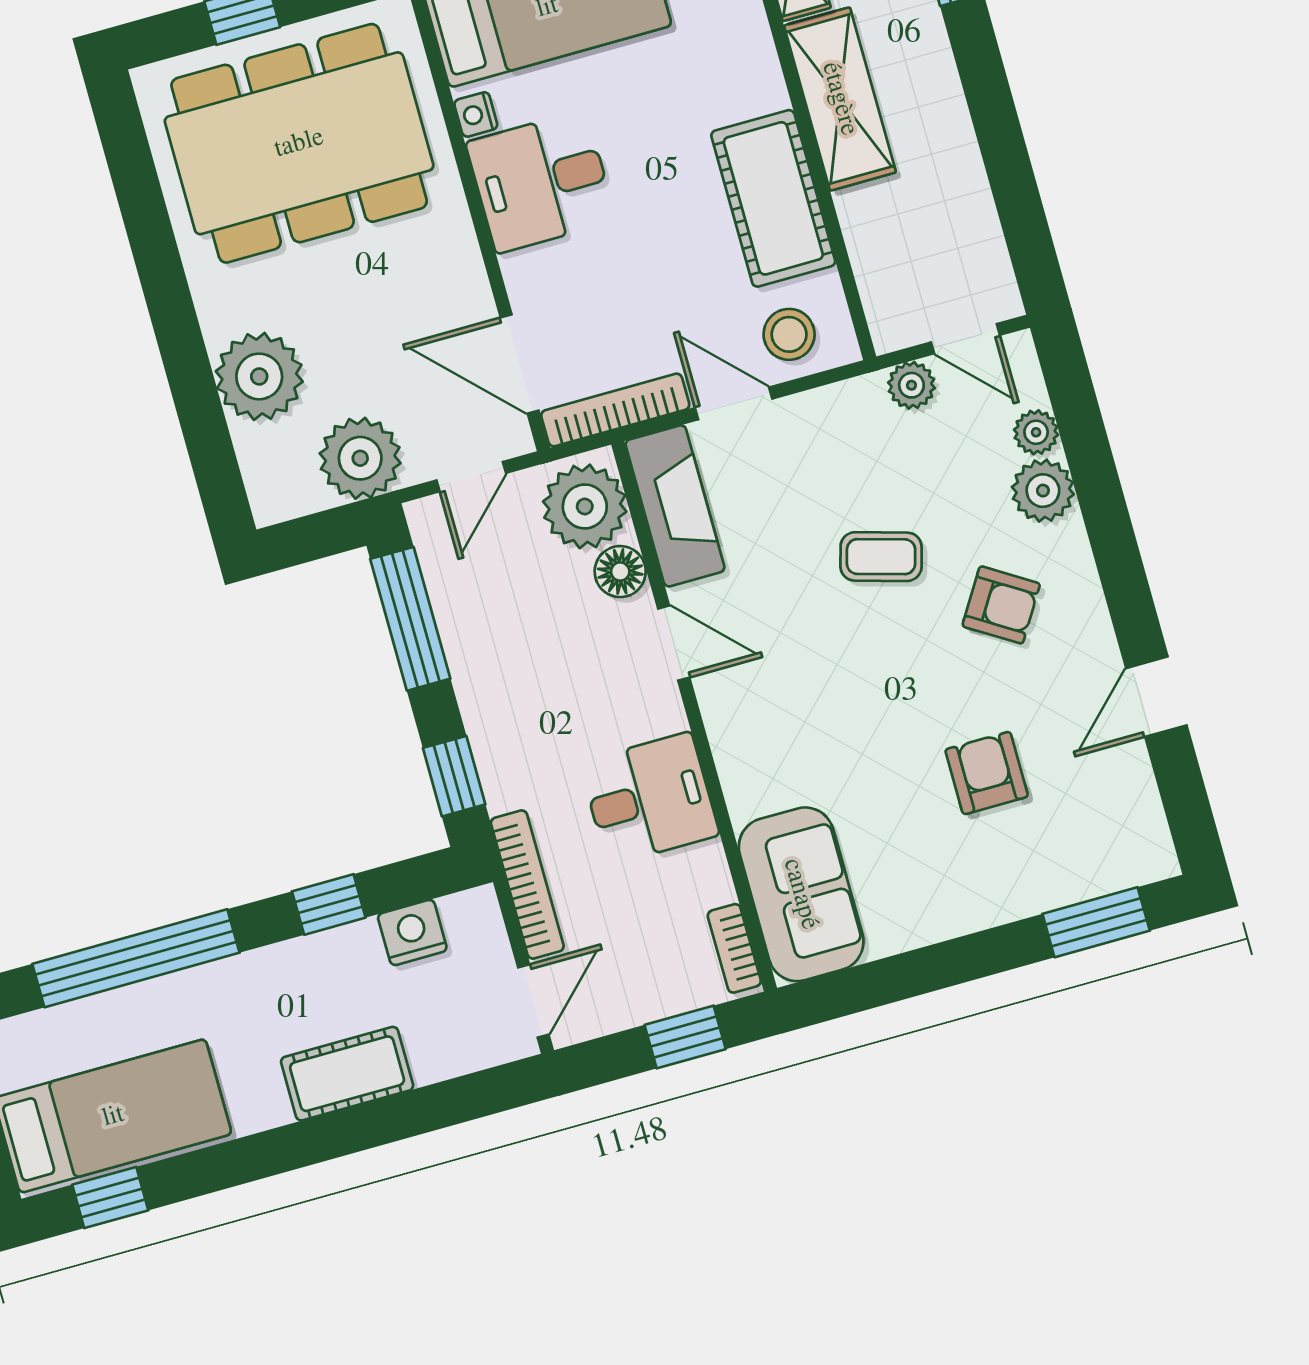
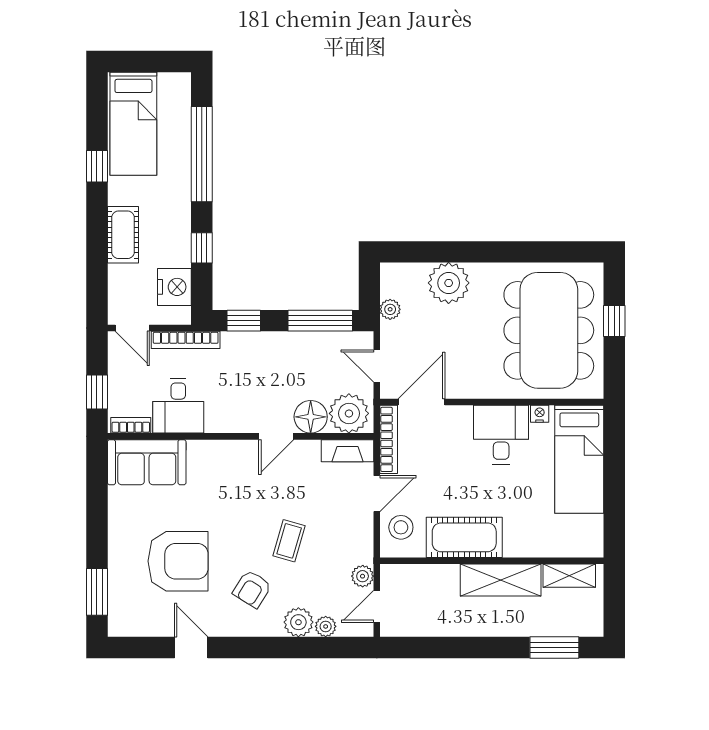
plant: (360, 458) -> (390, 309), width x0.53, depth x0.53
fireplace: (675, 506) -> (347, 451), width x0.73, depth x0.76
floor lamp: (620, 572) -> (311, 417), width x1.38, depth x1.38
armchair: (987, 773) -> (178, 561), width x1.88, depth x1.88
desk: (649, 799) -> (178, 406), moved
nightstand: (412, 932) -> (174, 287), width x1.36, depth x1.33
window: (110, 1198) -> (97, 166), moved

